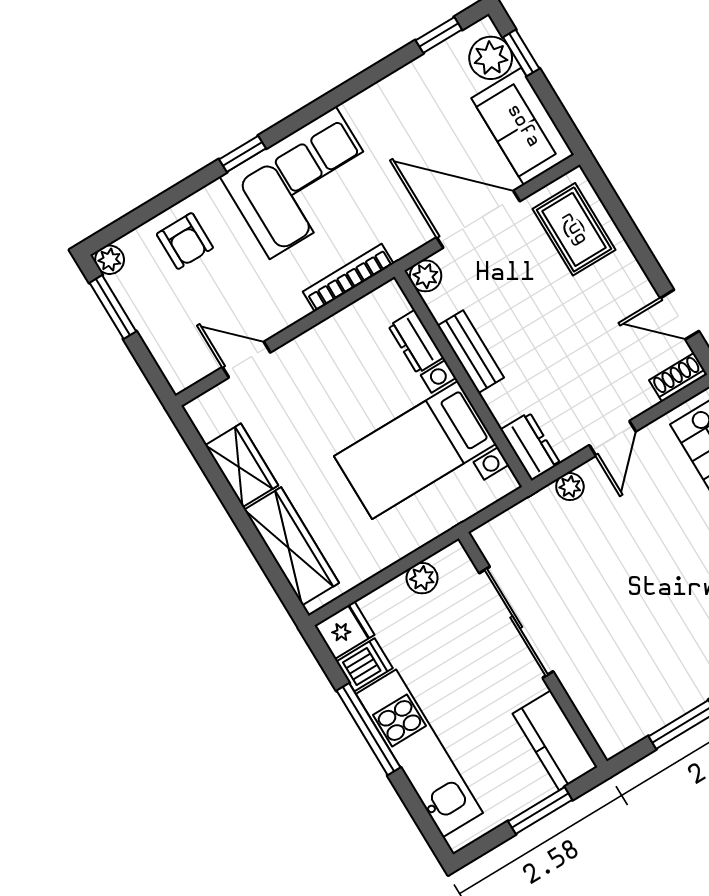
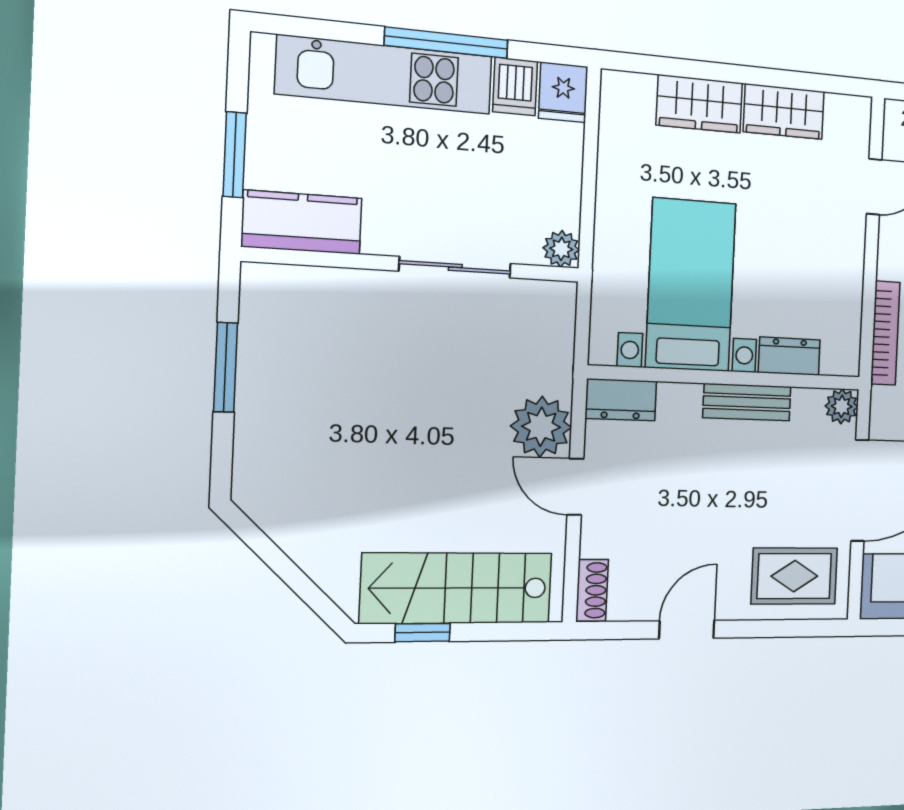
door: (680, 315) -> (687, 630), moved
plant: (570, 487) -> (541, 427), width x1.87, depth x1.87
wardrobe: (292, 546) -> (699, 104), width x0.67
plant: (422, 578) -> (561, 249), moved
sliding door: (516, 622) -> (455, 267), width x0.73

